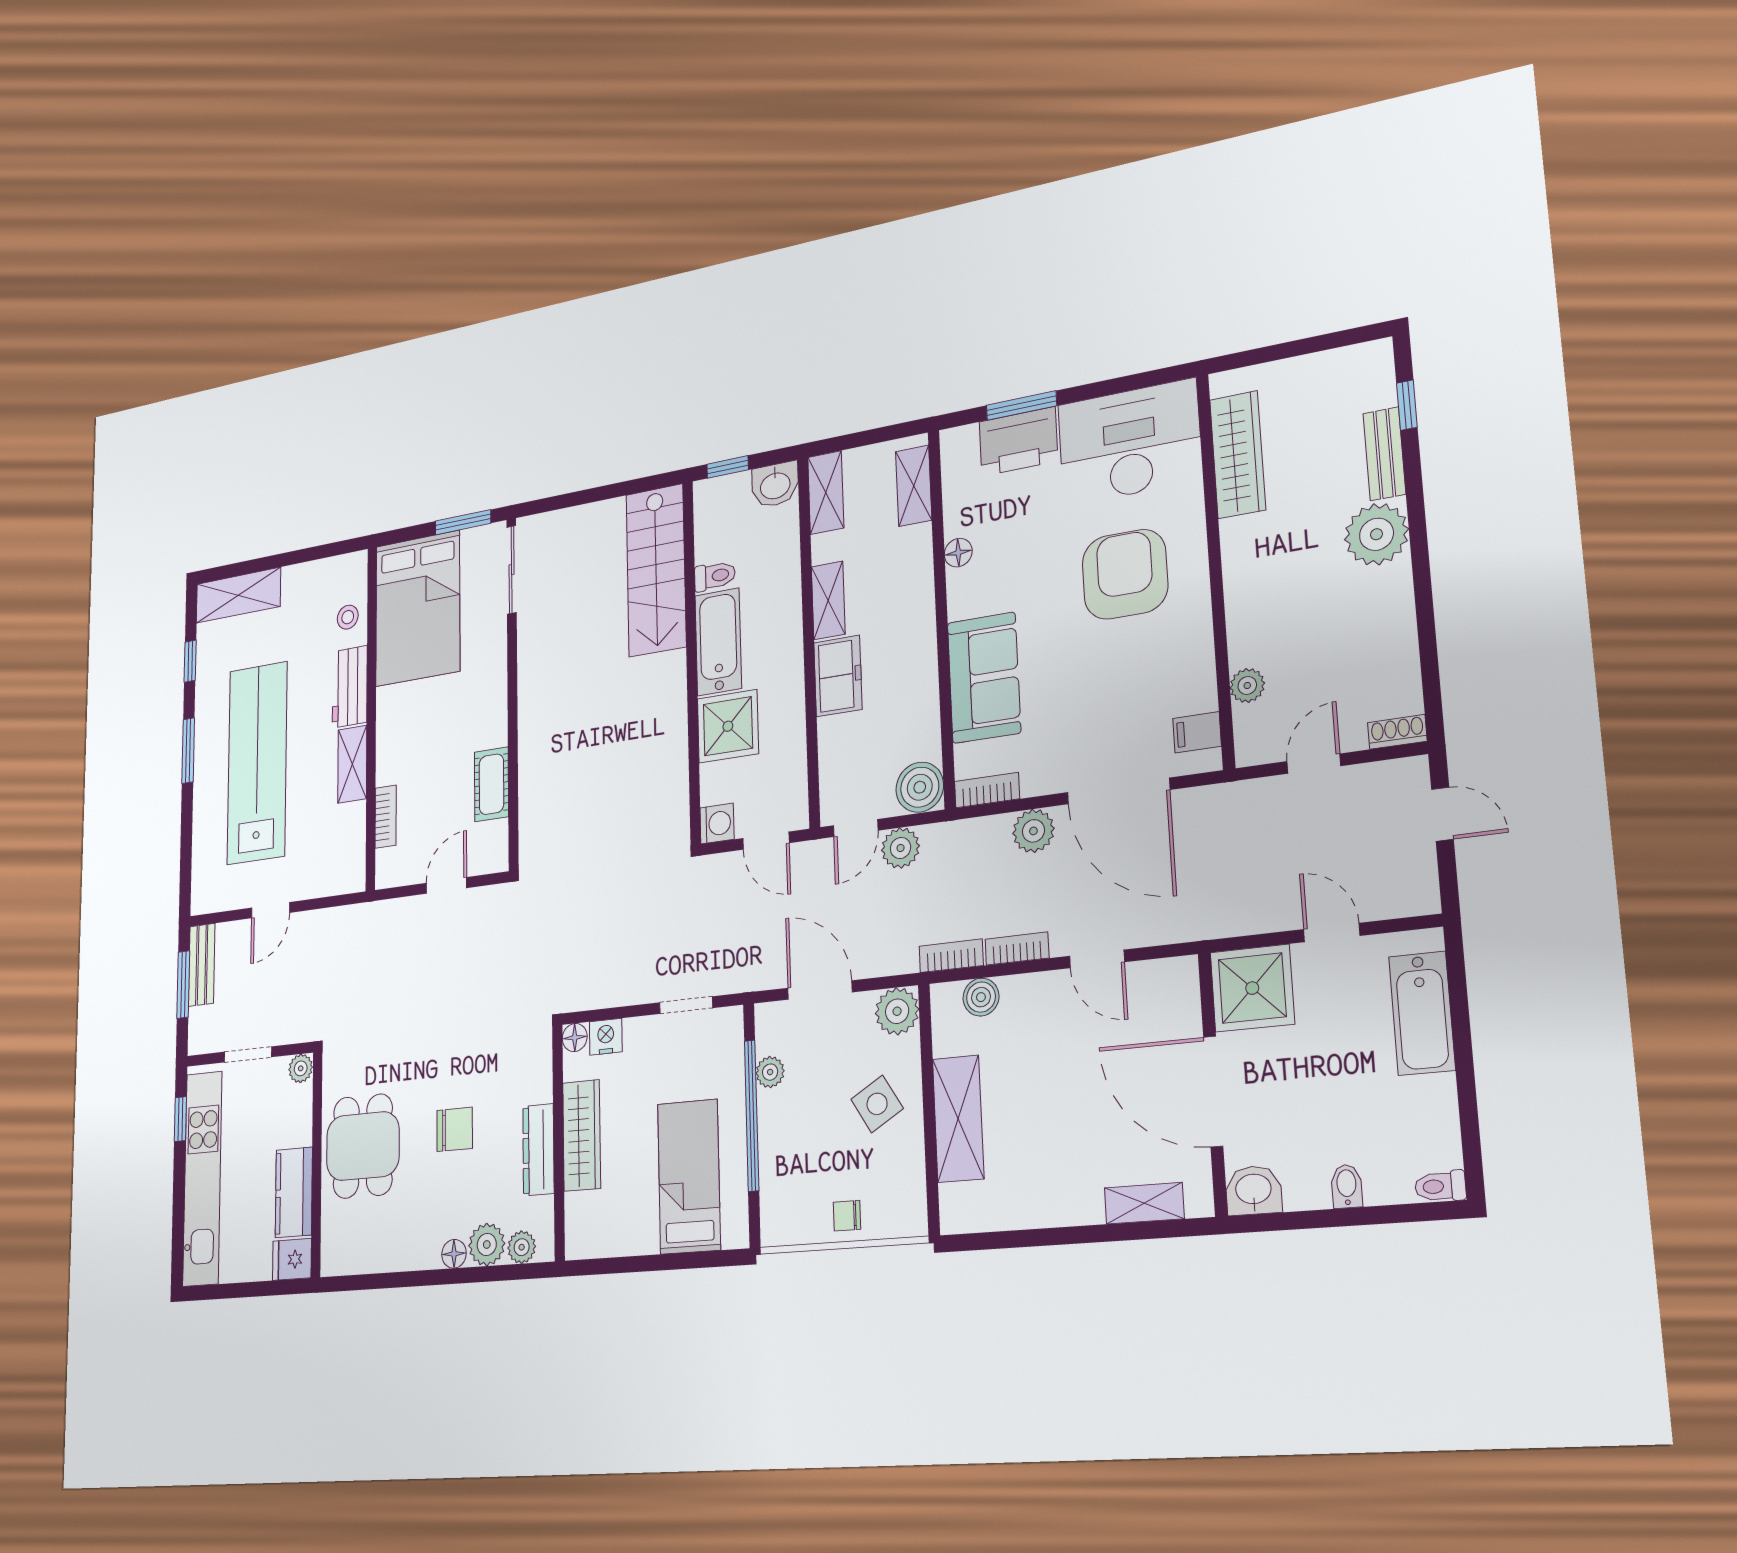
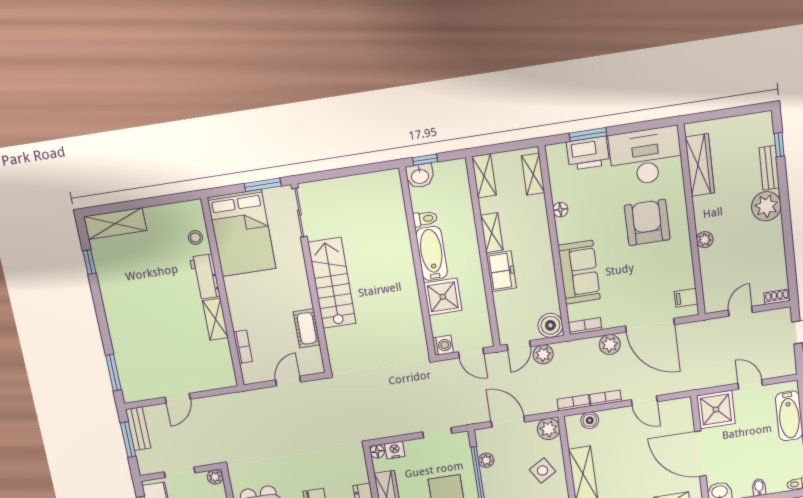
washbasin: (775, 485) -> (420, 176), moved
stairs: (656, 570) -> (332, 283), moved, turned 180
plant: (1247, 685) -> (705, 240), moved
window: (188, 751) -> (113, 373), moved
lab bench: (257, 763) -> (151, 319), removed

